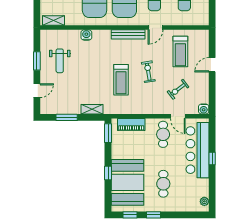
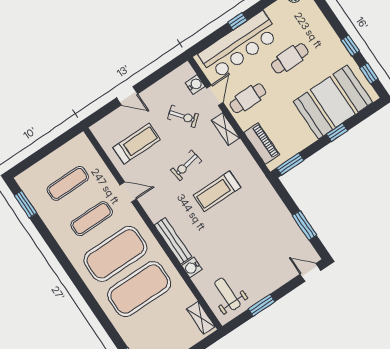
bench: (128, 34) -> (173, 241), moved
weight bench: (60, 61) -> (227, 294), moved, turned -90
treadmill: (121, 80) -> (217, 191), turned 180
door: (37, 91) -> (310, 272), moved
shelving: (92, 109) -> (226, 129), moved
water cooler: (204, 109) -> (195, 85), moved
cafe table: (163, 184) -> (290, 58), moved

